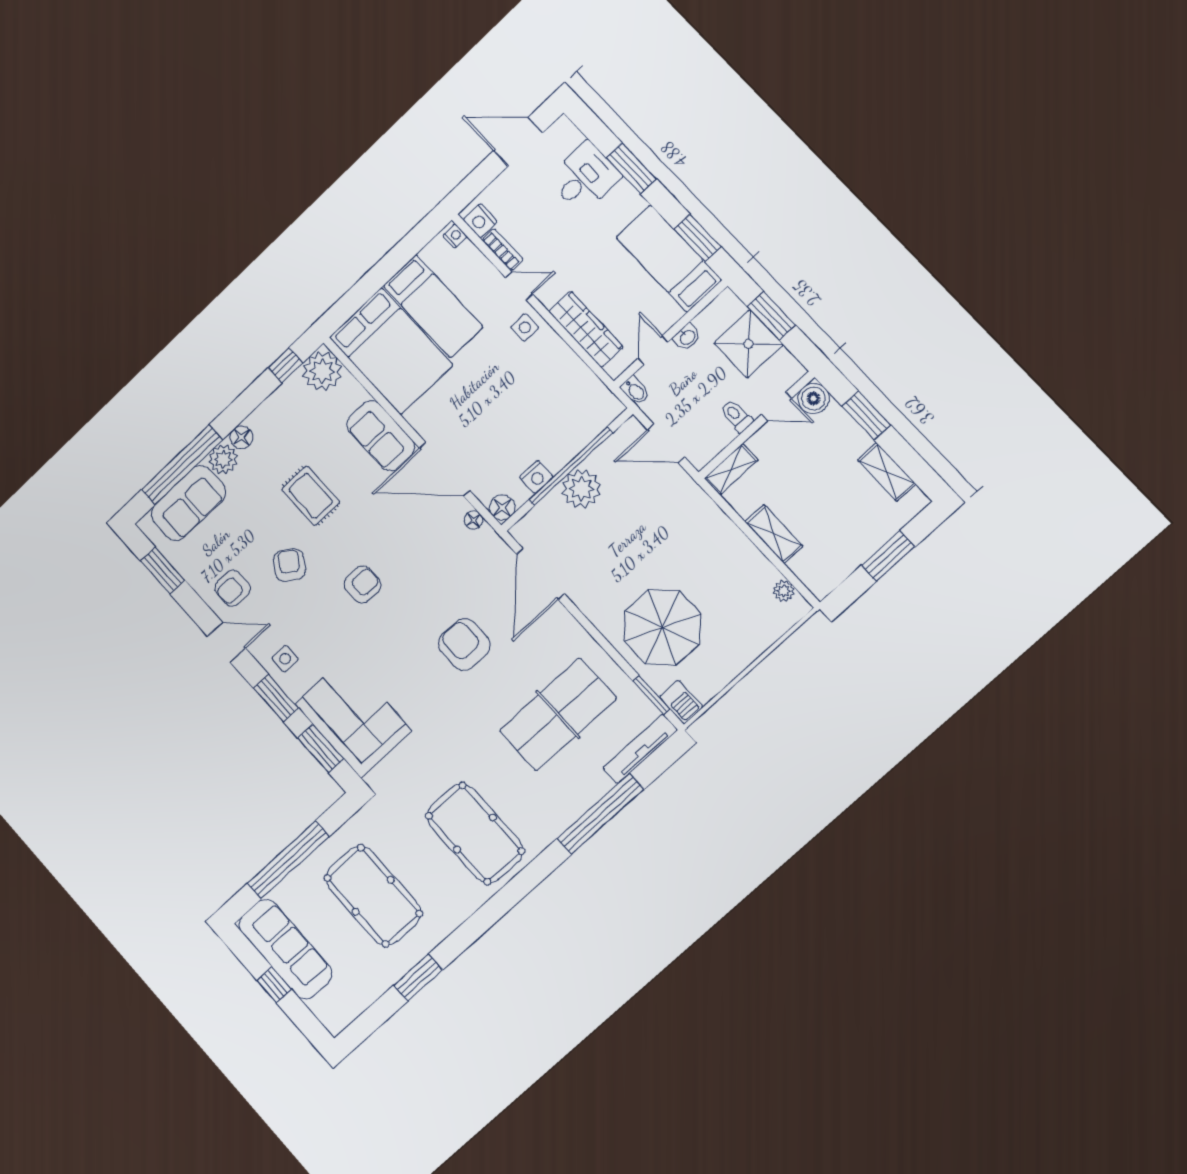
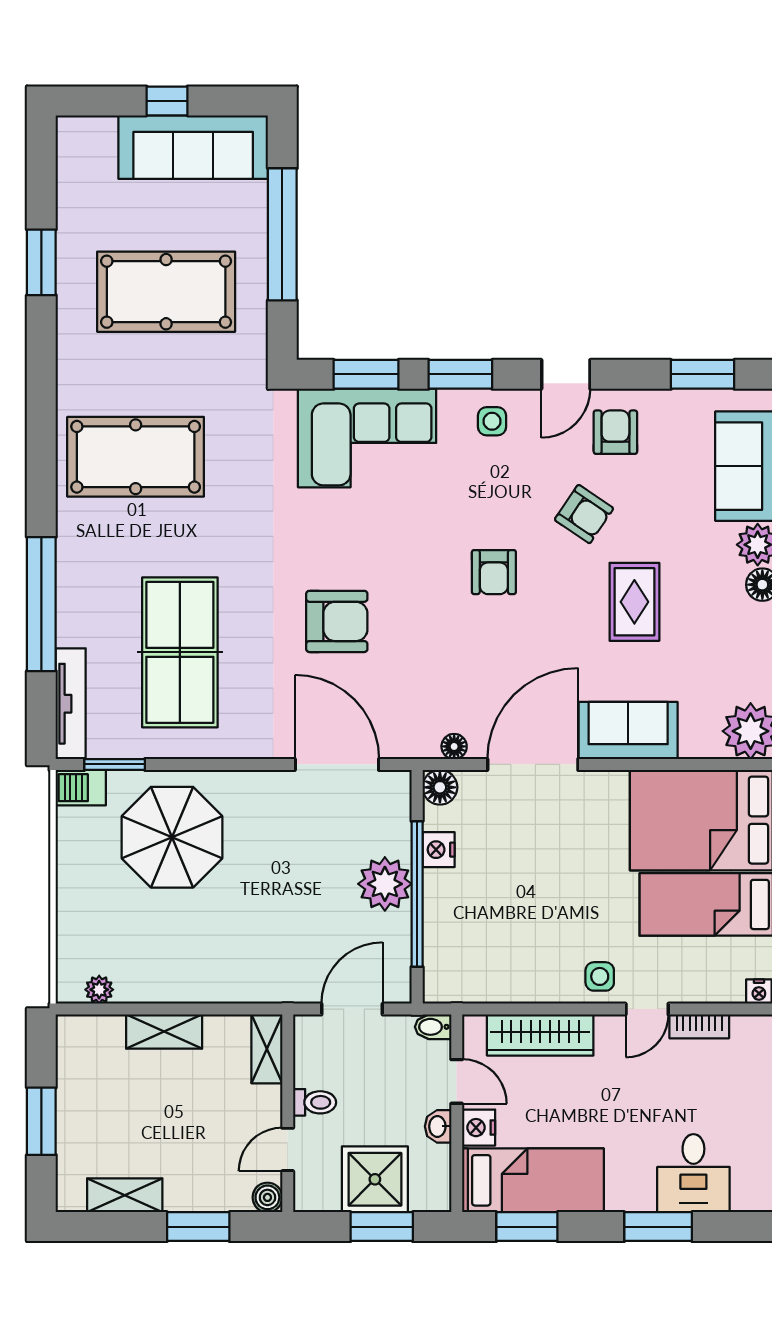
nightstand: (480, 221) -> (479, 1128), moved, turned -90
boiler: (814, 398) -> (267, 1197), width x0.73, depth x0.73
rug: (311, 496) -> (634, 602), turned 90

